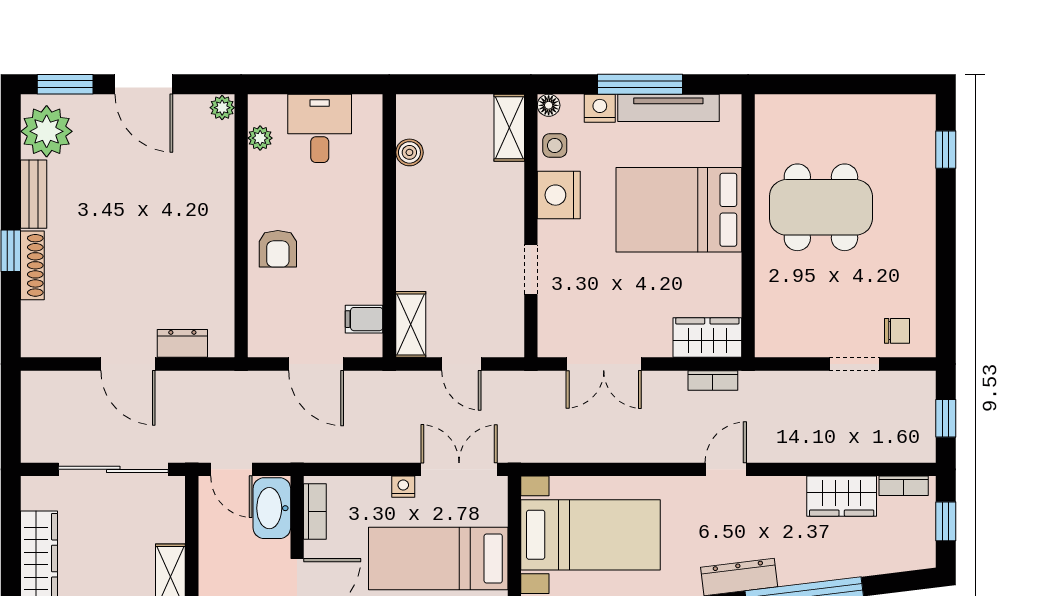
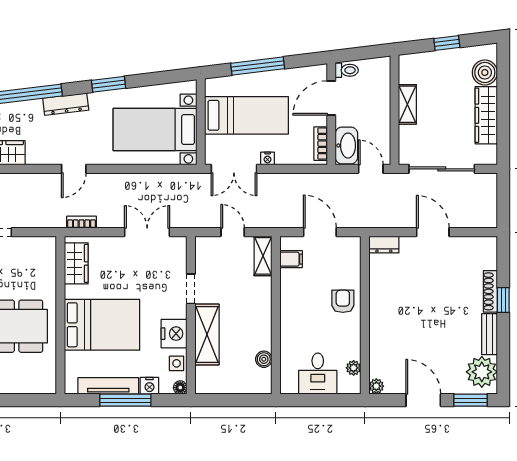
shelving: (509, 128) -> (207, 335), moved, width x1.50, depth x1.33
wardrobe: (707, 338) -> (76, 263), moved, turned -90
dresser: (182, 343) -> (384, 244), moved

